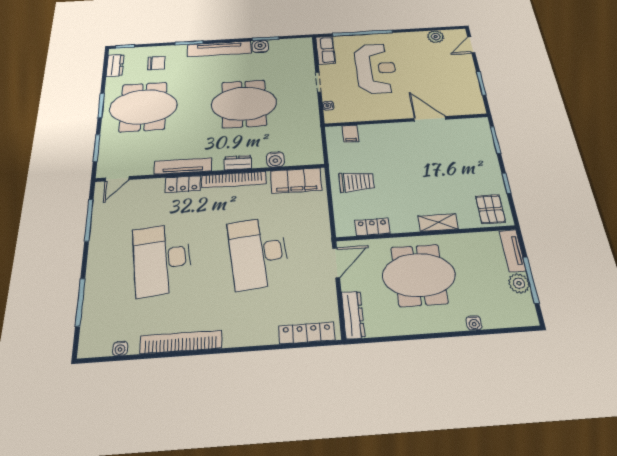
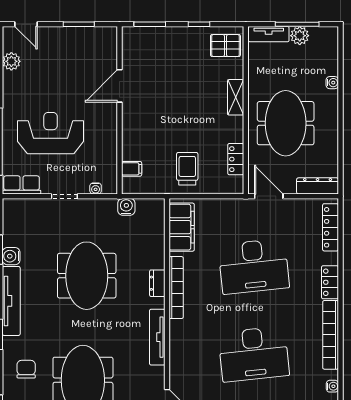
water cooler: (275, 159) -> (126, 207), moved, turned -90
locker: (183, 184) -> (330, 282), moved, turned 180

